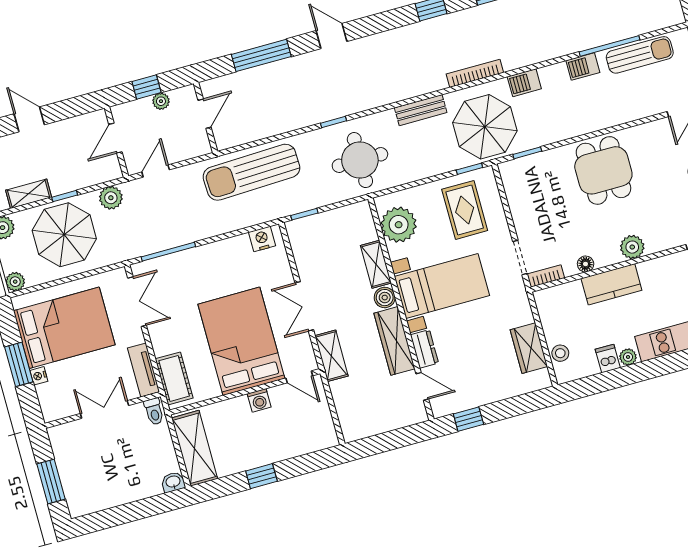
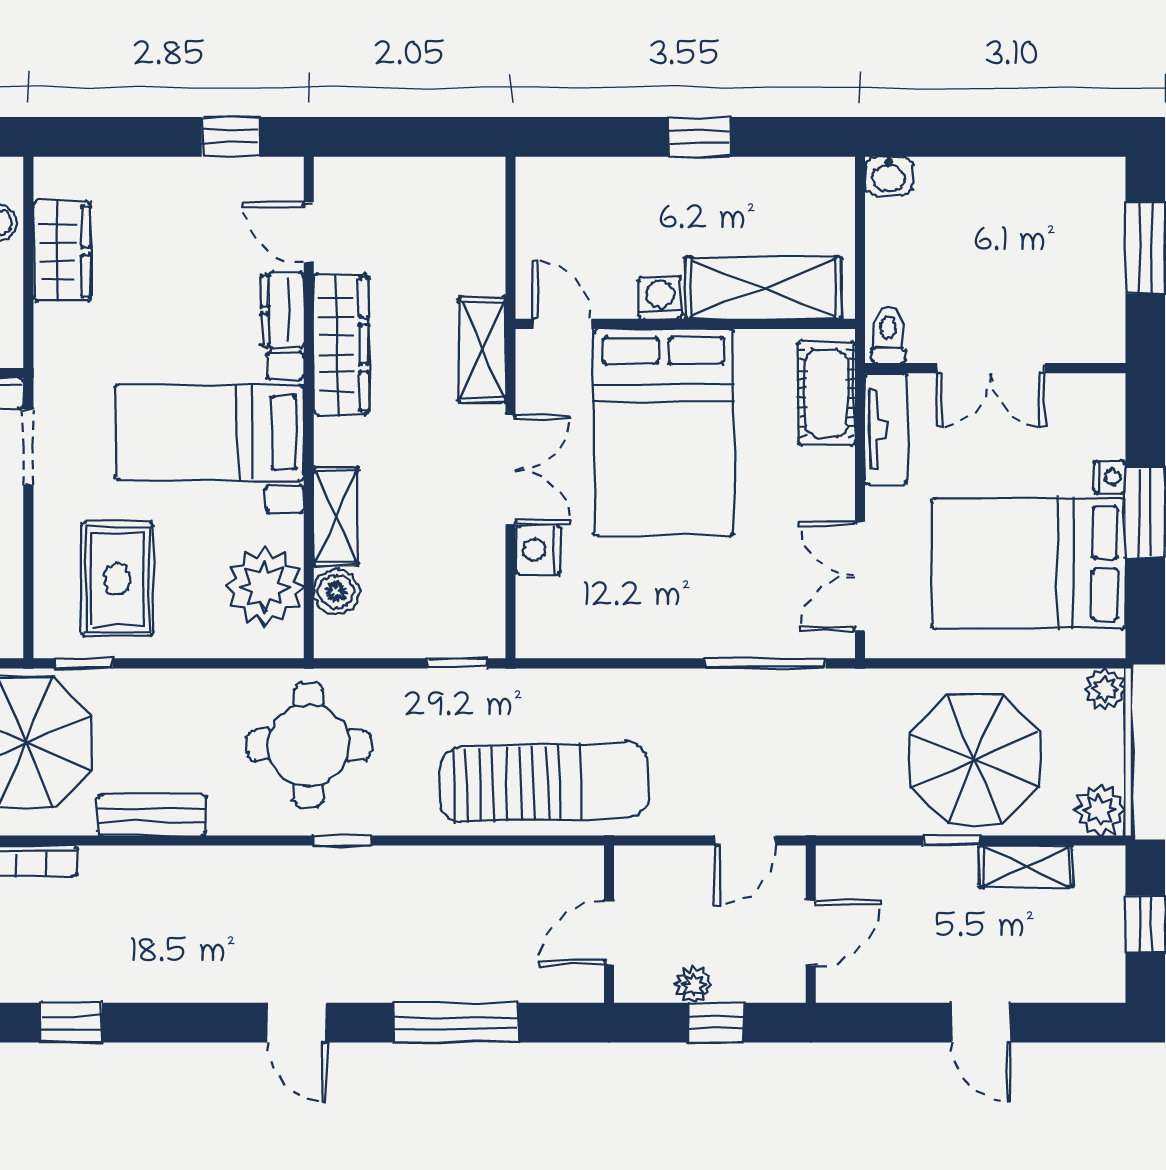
plant: (111, 198) -> (855, 810), removed
nightstand: (262, 239) -> (538, 550), moved, turned 90
boiler: (385, 298) -> (336, 592), moved
shelving: (195, 448) -> (763, 288), moved, turned 90

